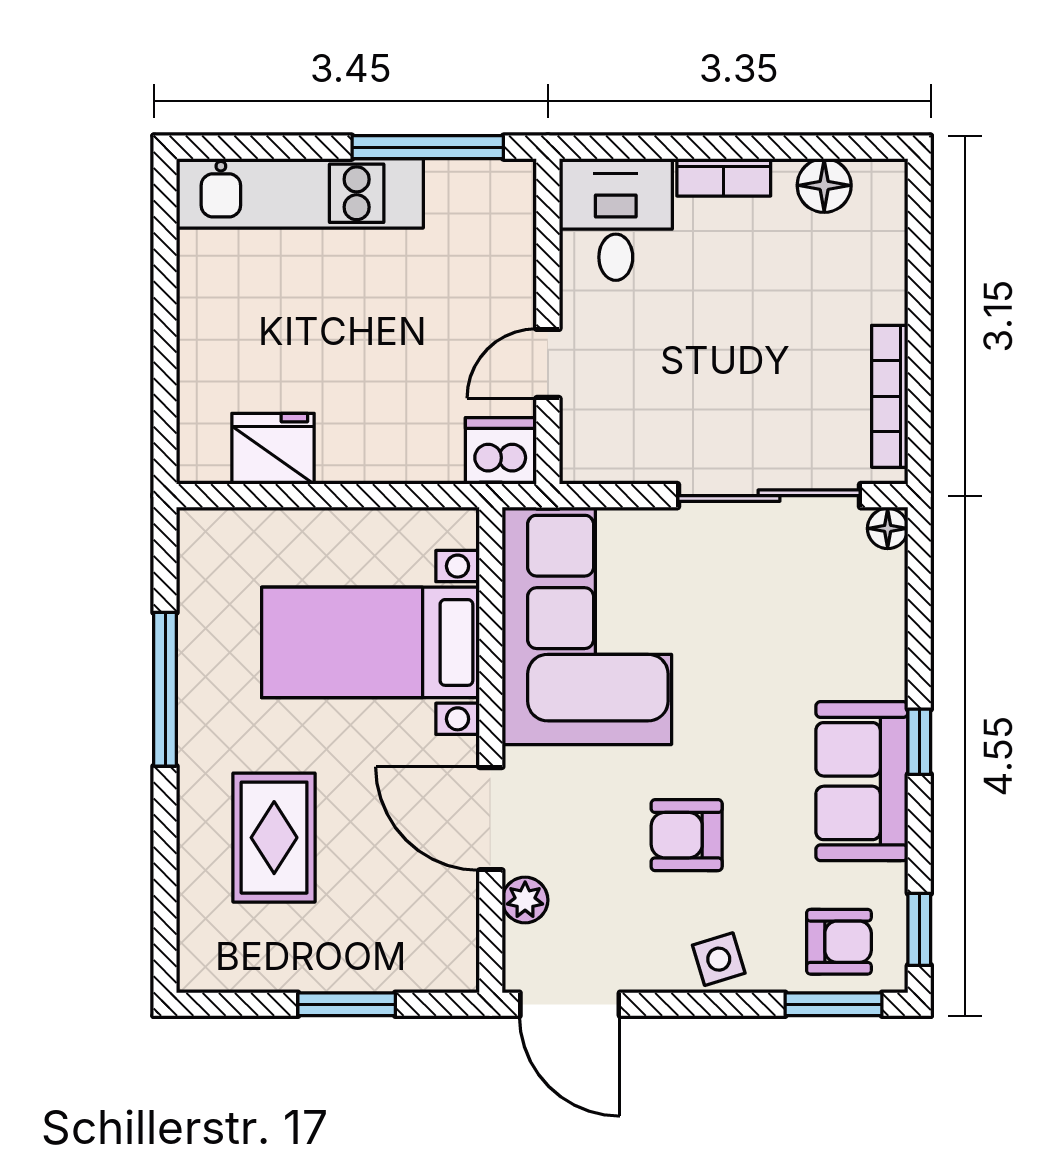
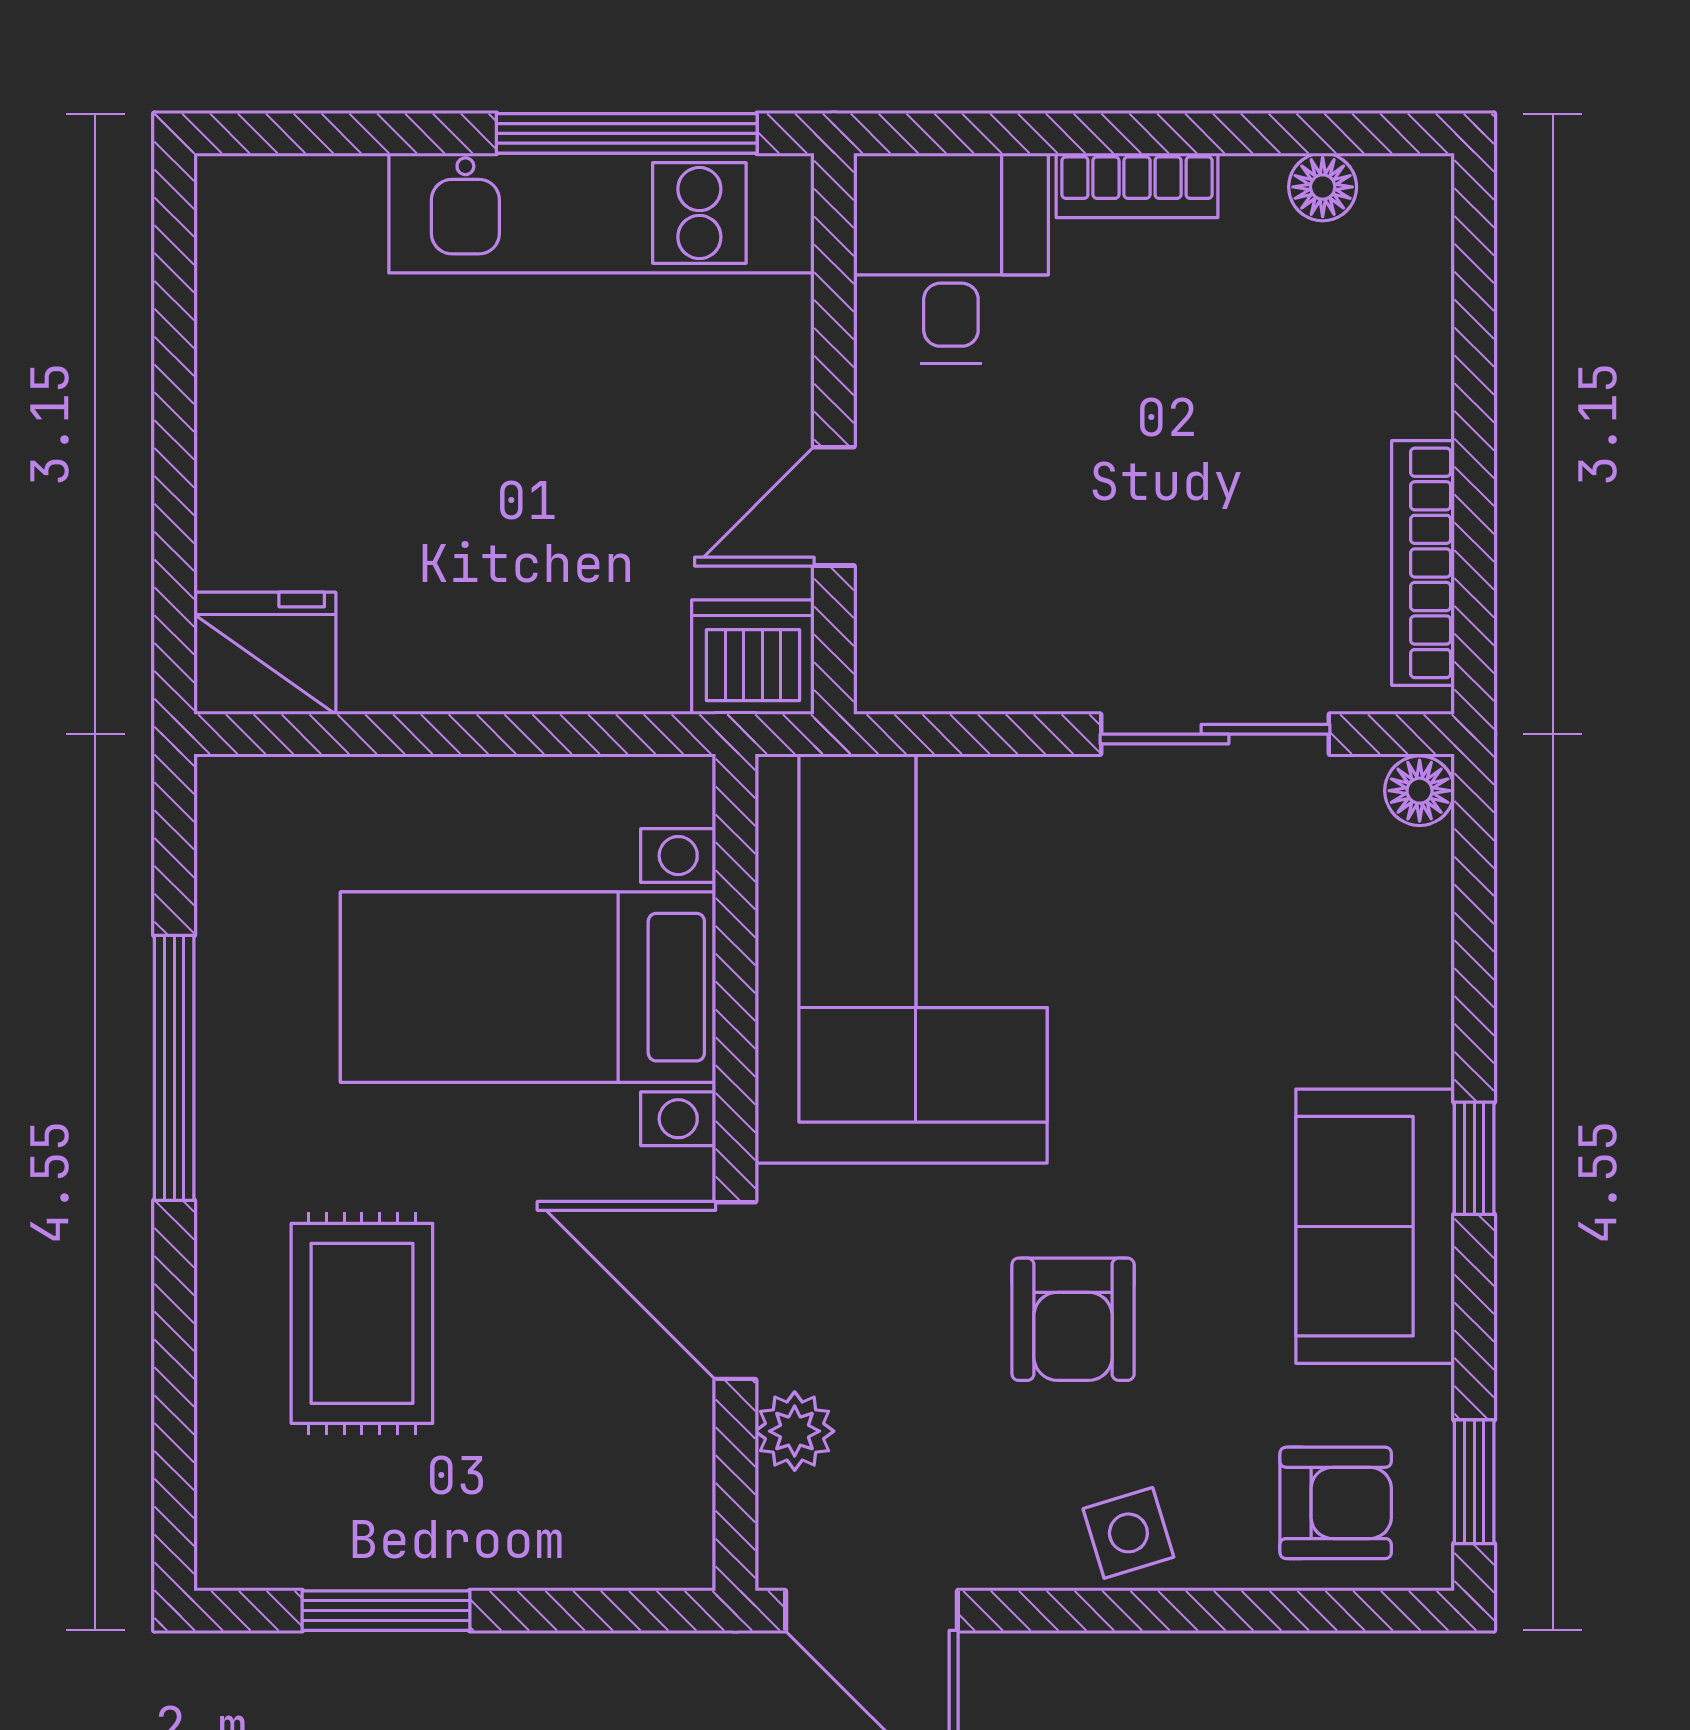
floor lamp: (824, 185) -> (1323, 187), width x0.73, depth x0.73
kitchen unit: (300, 193) -> (602, 213), moved
fridge: (273, 449) -> (265, 653), moved
sliding door: (769, 496) -> (1215, 734), width x0.73
armchair: (687, 835) -> (1073, 1319), turned -90
window: (347, 1004) -> (386, 1611), moved
window: (834, 1004) -> (1326, 1611), removed

